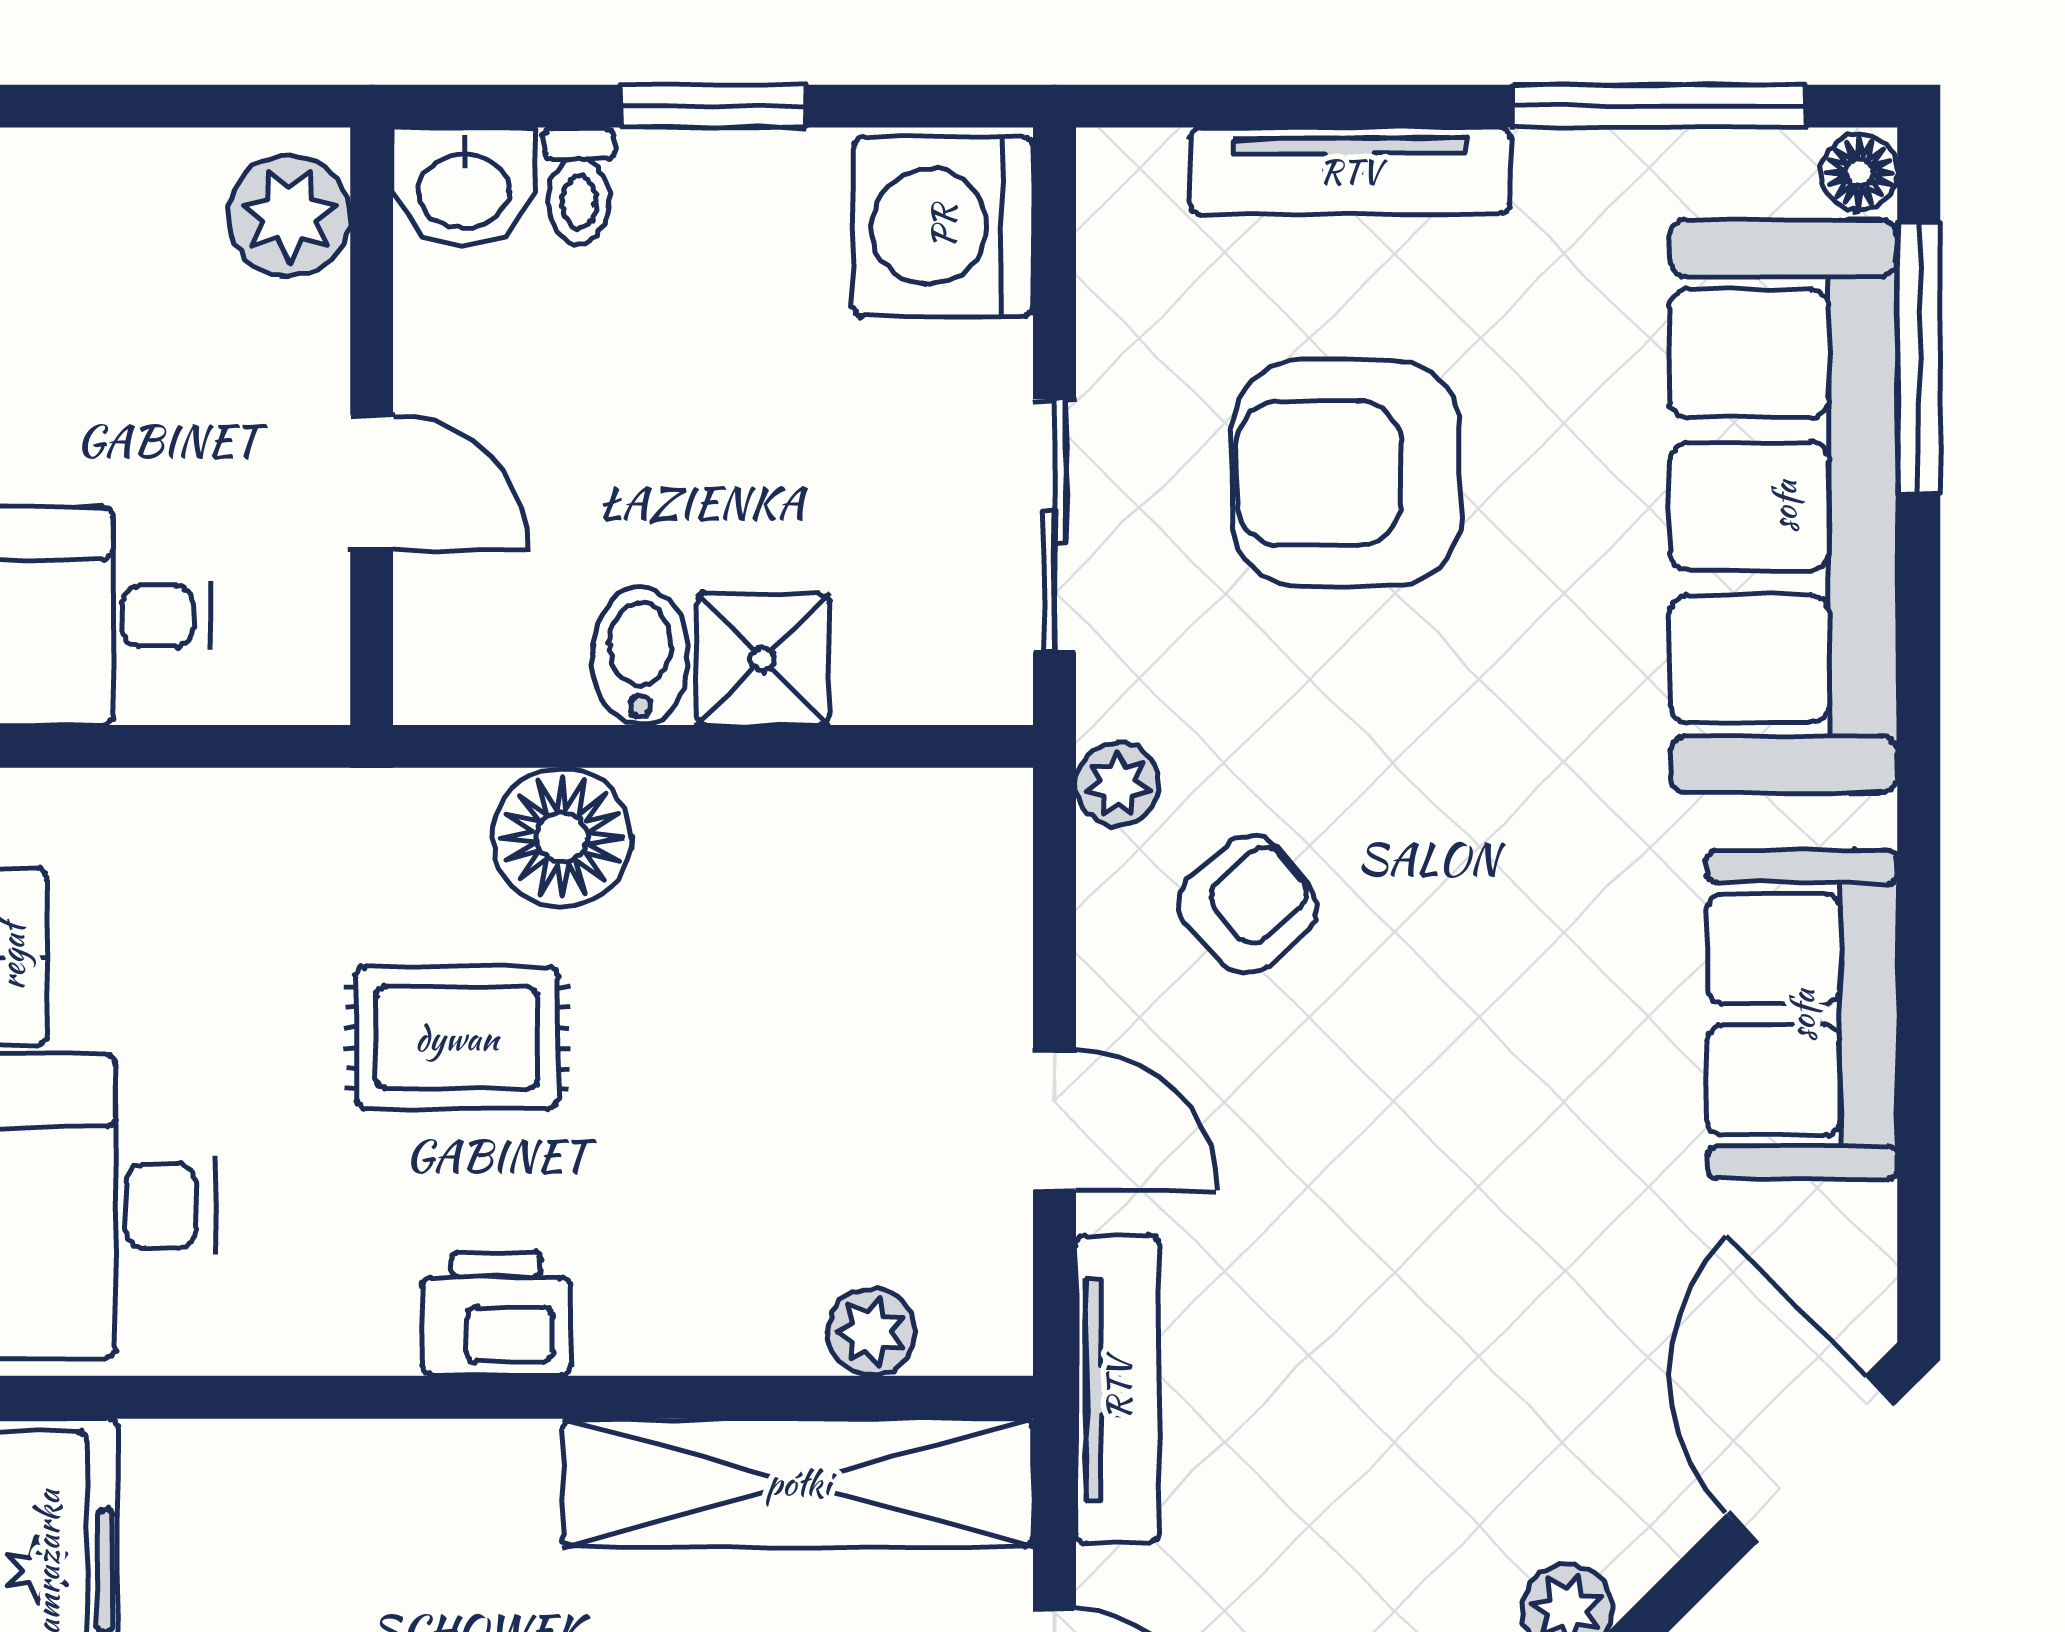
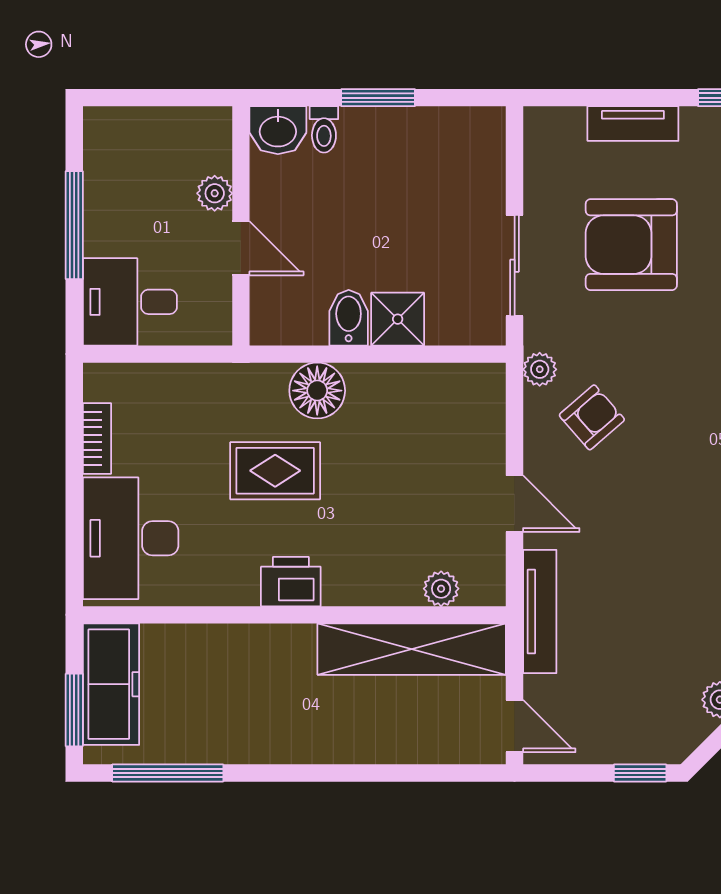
tv unit: (1350, 171) -> (633, 124), width x0.71
plant: (289, 216) -> (215, 193), moved, width x0.73, depth x0.73
washing machine: (943, 226) -> (470, 146), removed

